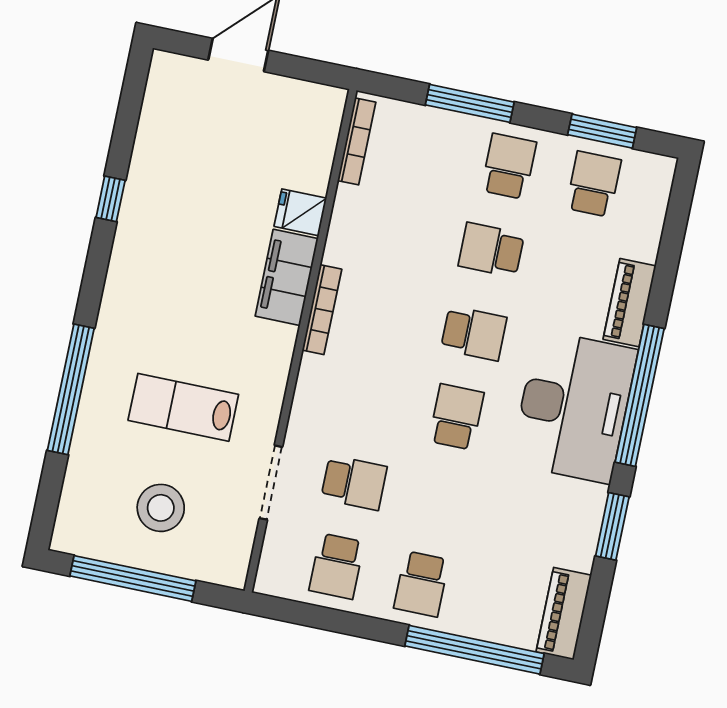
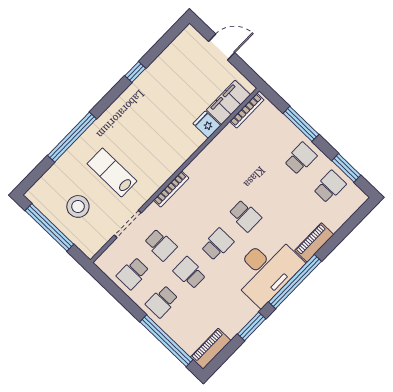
school desk: (491, 250) -> (190, 273), moved
filing cabinet: (287, 277) -> (228, 102), moved
bookcase: (322, 310) -> (171, 189), moved

